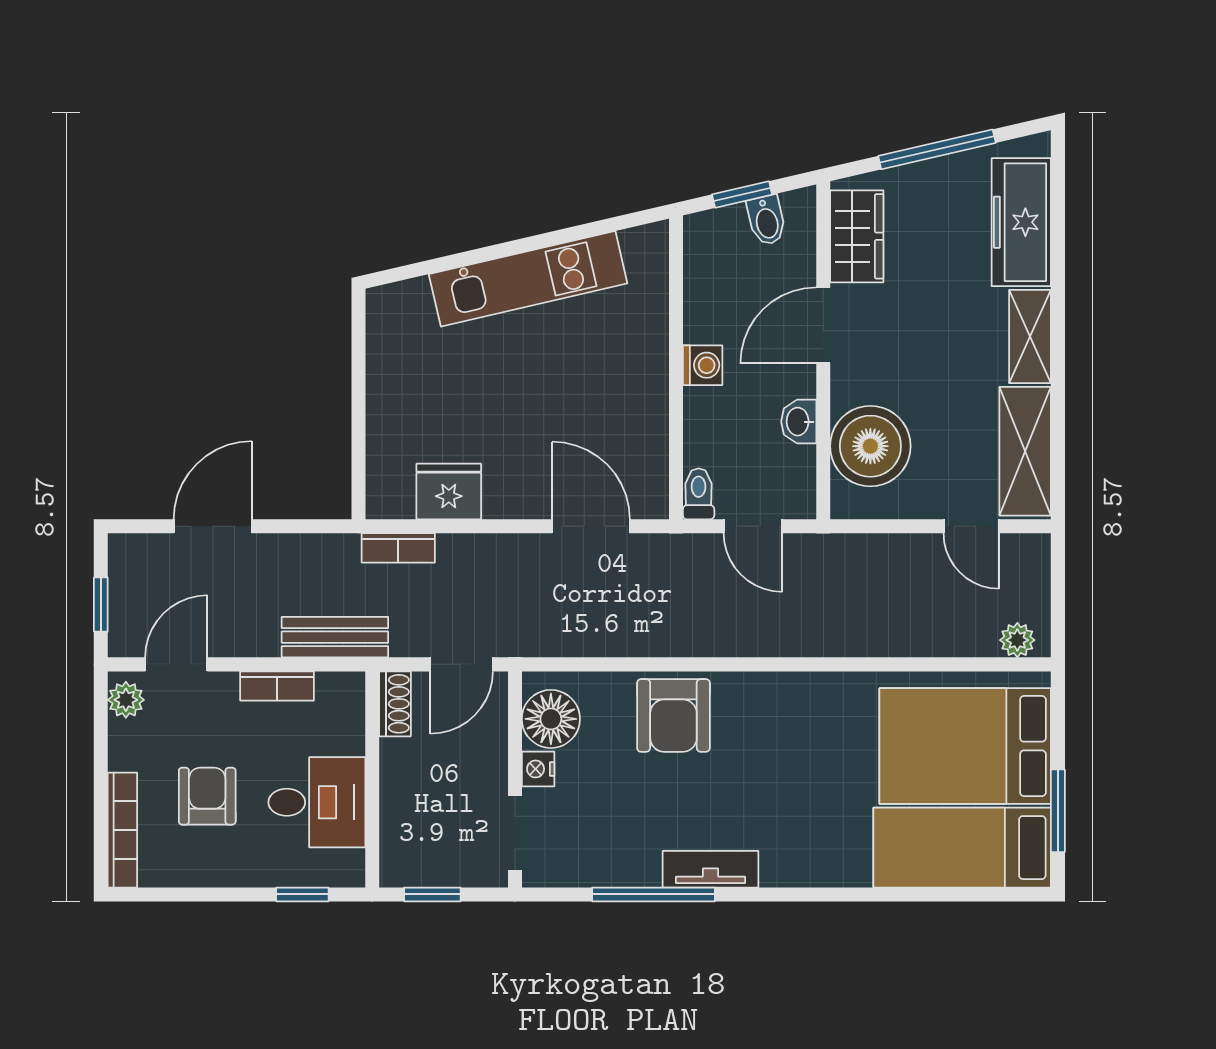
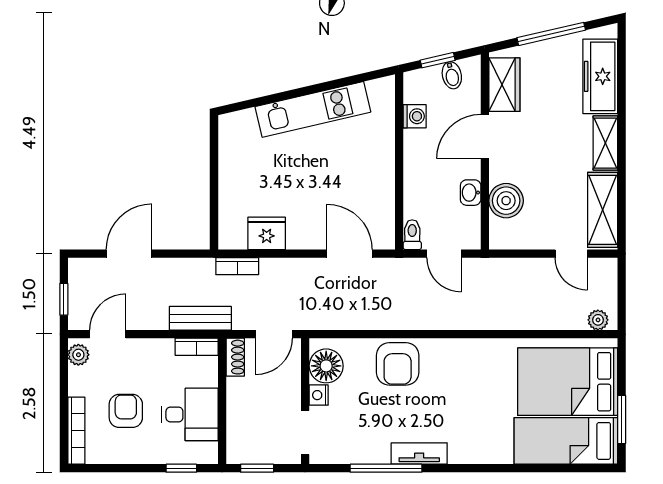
washing machine: (703, 365) -> (415, 116), moved
boiler: (870, 446) -> (506, 201), width x0.73, depth x0.73
bookcase: (277, 686) -> (197, 347), moved

